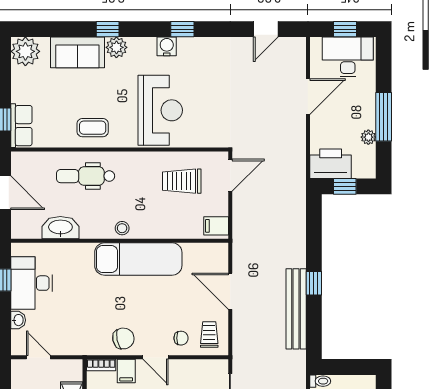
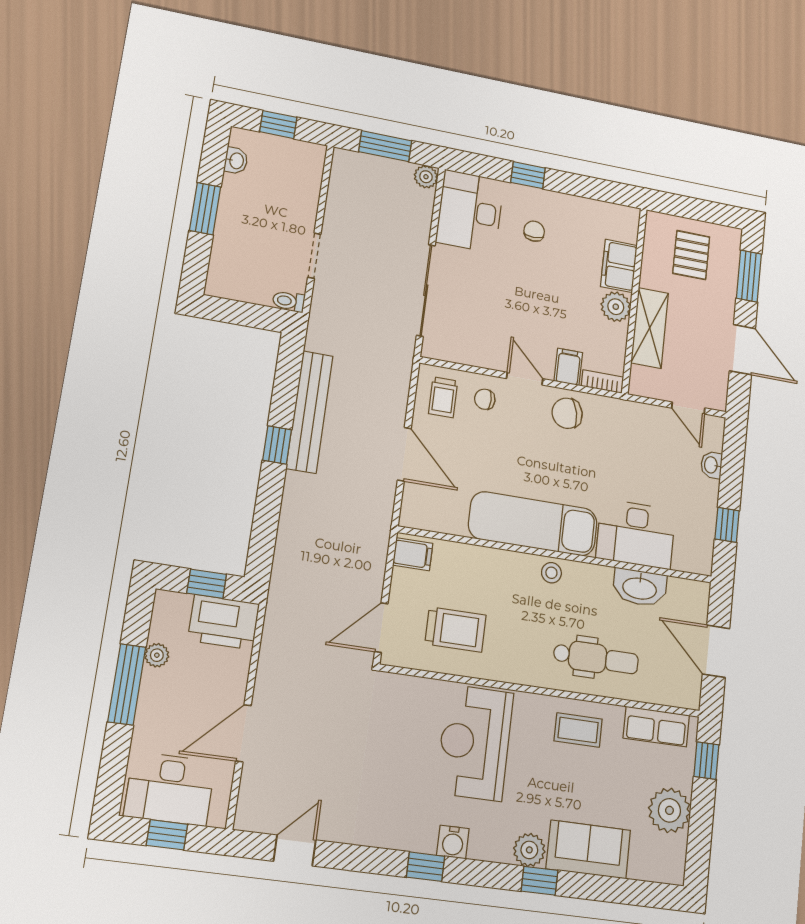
plant: (25, 51) -> (669, 810), moved
row of seats: (21, 126) -> (656, 727), moved, turned -90
desk: (32, 283) -> (636, 534), moved, turned 90

